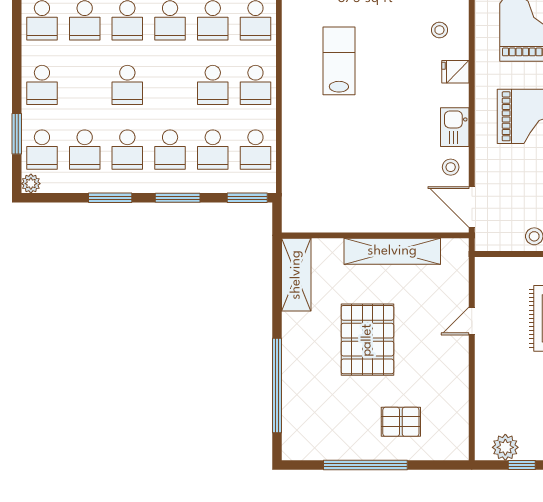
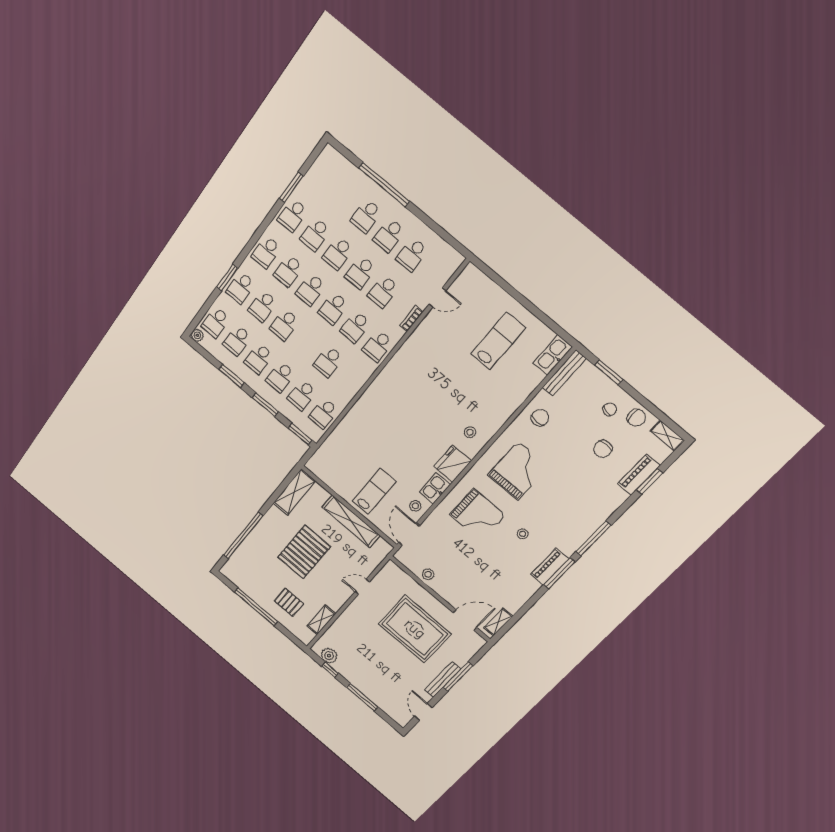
lab bench: (339, 61) -> (374, 491), moved
fridge: (455, 72) -> (453, 464), width x1.88, depth x1.34
school desk: (255, 85) -> (262, 306), moved
window: (17, 134) -> (227, 278), moved
shelving: (458, 409) -> (321, 620), added

